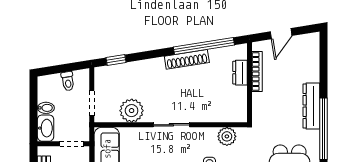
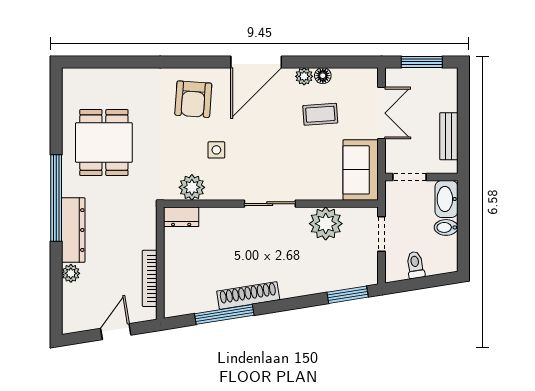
window: (204, 46) -> (224, 314), width x0.68
window: (116, 60) -> (348, 295), width x1.50
dresser: (240, 73) -> (181, 217), moved, turned 90
plant: (313, 75) -> (71, 273), added

